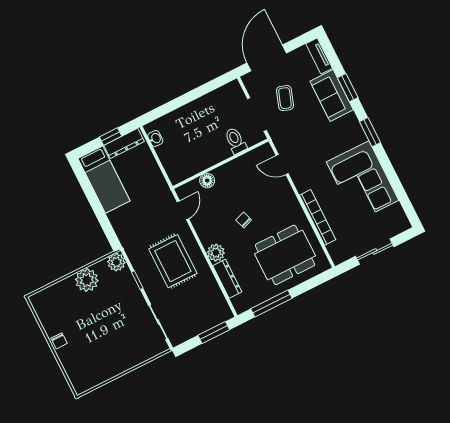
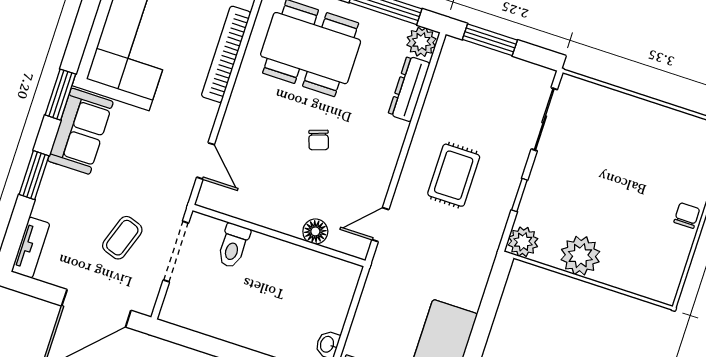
sofa: (332, 96) -> (80, 131), moved
plant: (216, 253) -> (421, 42), moved
rug: (173, 261) -> (454, 175), width x0.73, depth x0.70

